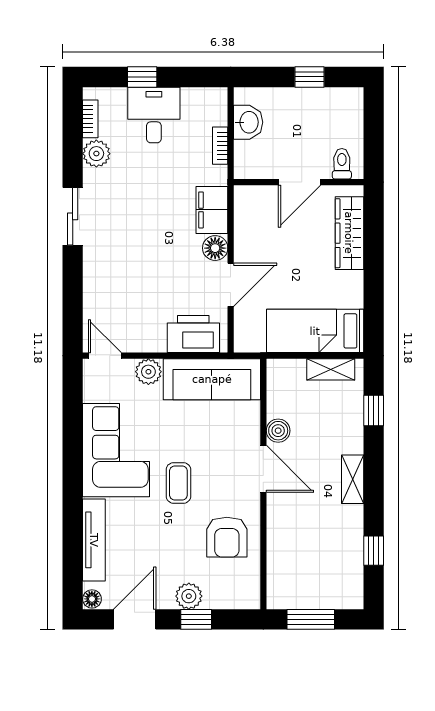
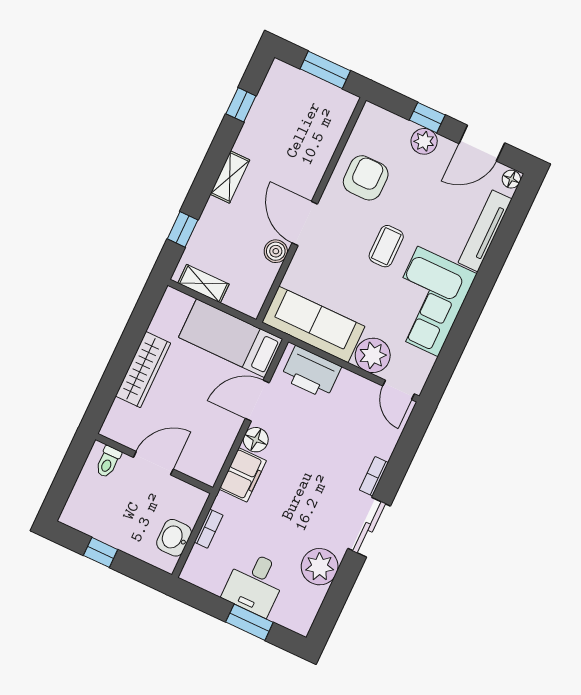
window: (142, 77) -> (249, 622), width x1.50
bookcase: (90, 119) -> (374, 476), moved
plant: (96, 154) -> (320, 567), width x1.36, depth x1.36
wardrobe: (349, 233) -> (143, 370), moved
bed: (315, 331) -> (231, 338), moved, turned 180
plant: (148, 372) -> (373, 355), width x1.36, depth x1.36

